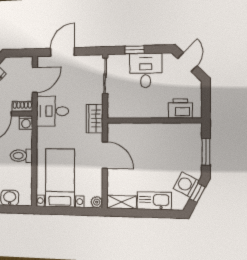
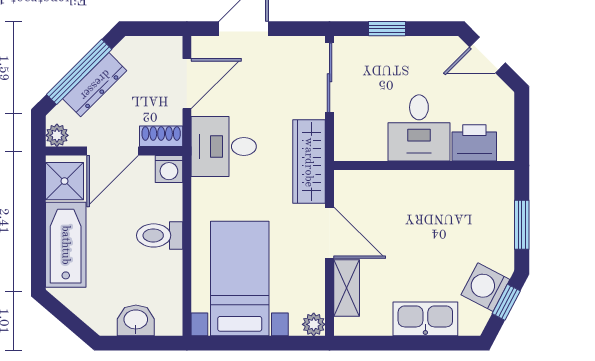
door: (187, 62) -> (488, 55), swing flipped
desk: (146, 71) -> (419, 128), moved, turned 180
wardrobe: (95, 119) -> (309, 162), width x1.50
shelving: (121, 202) -> (347, 288), moved, turned 90

